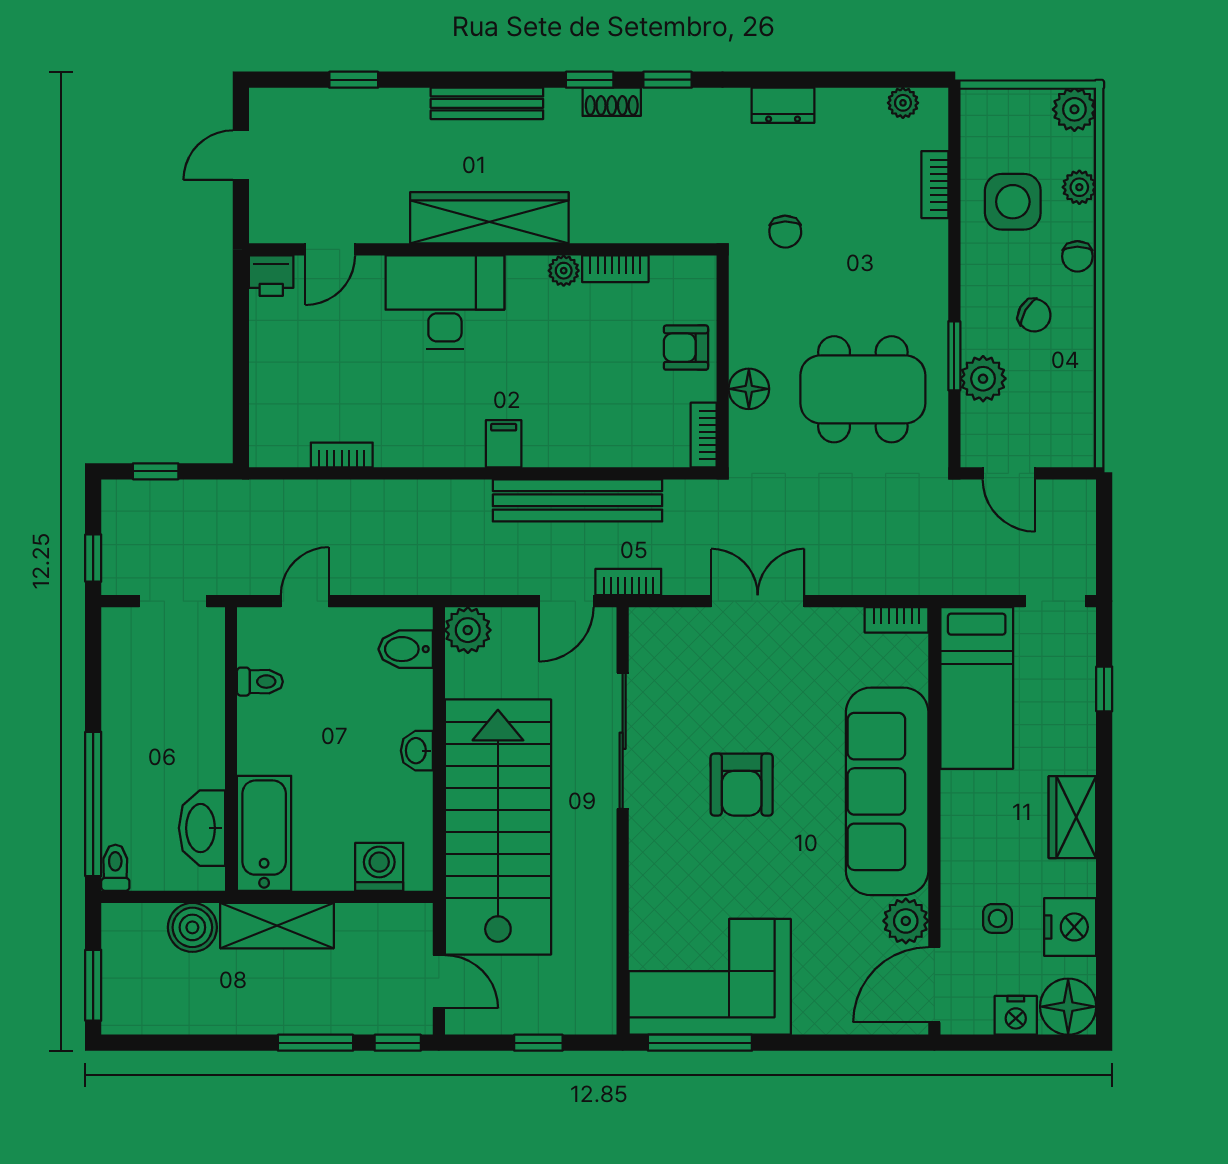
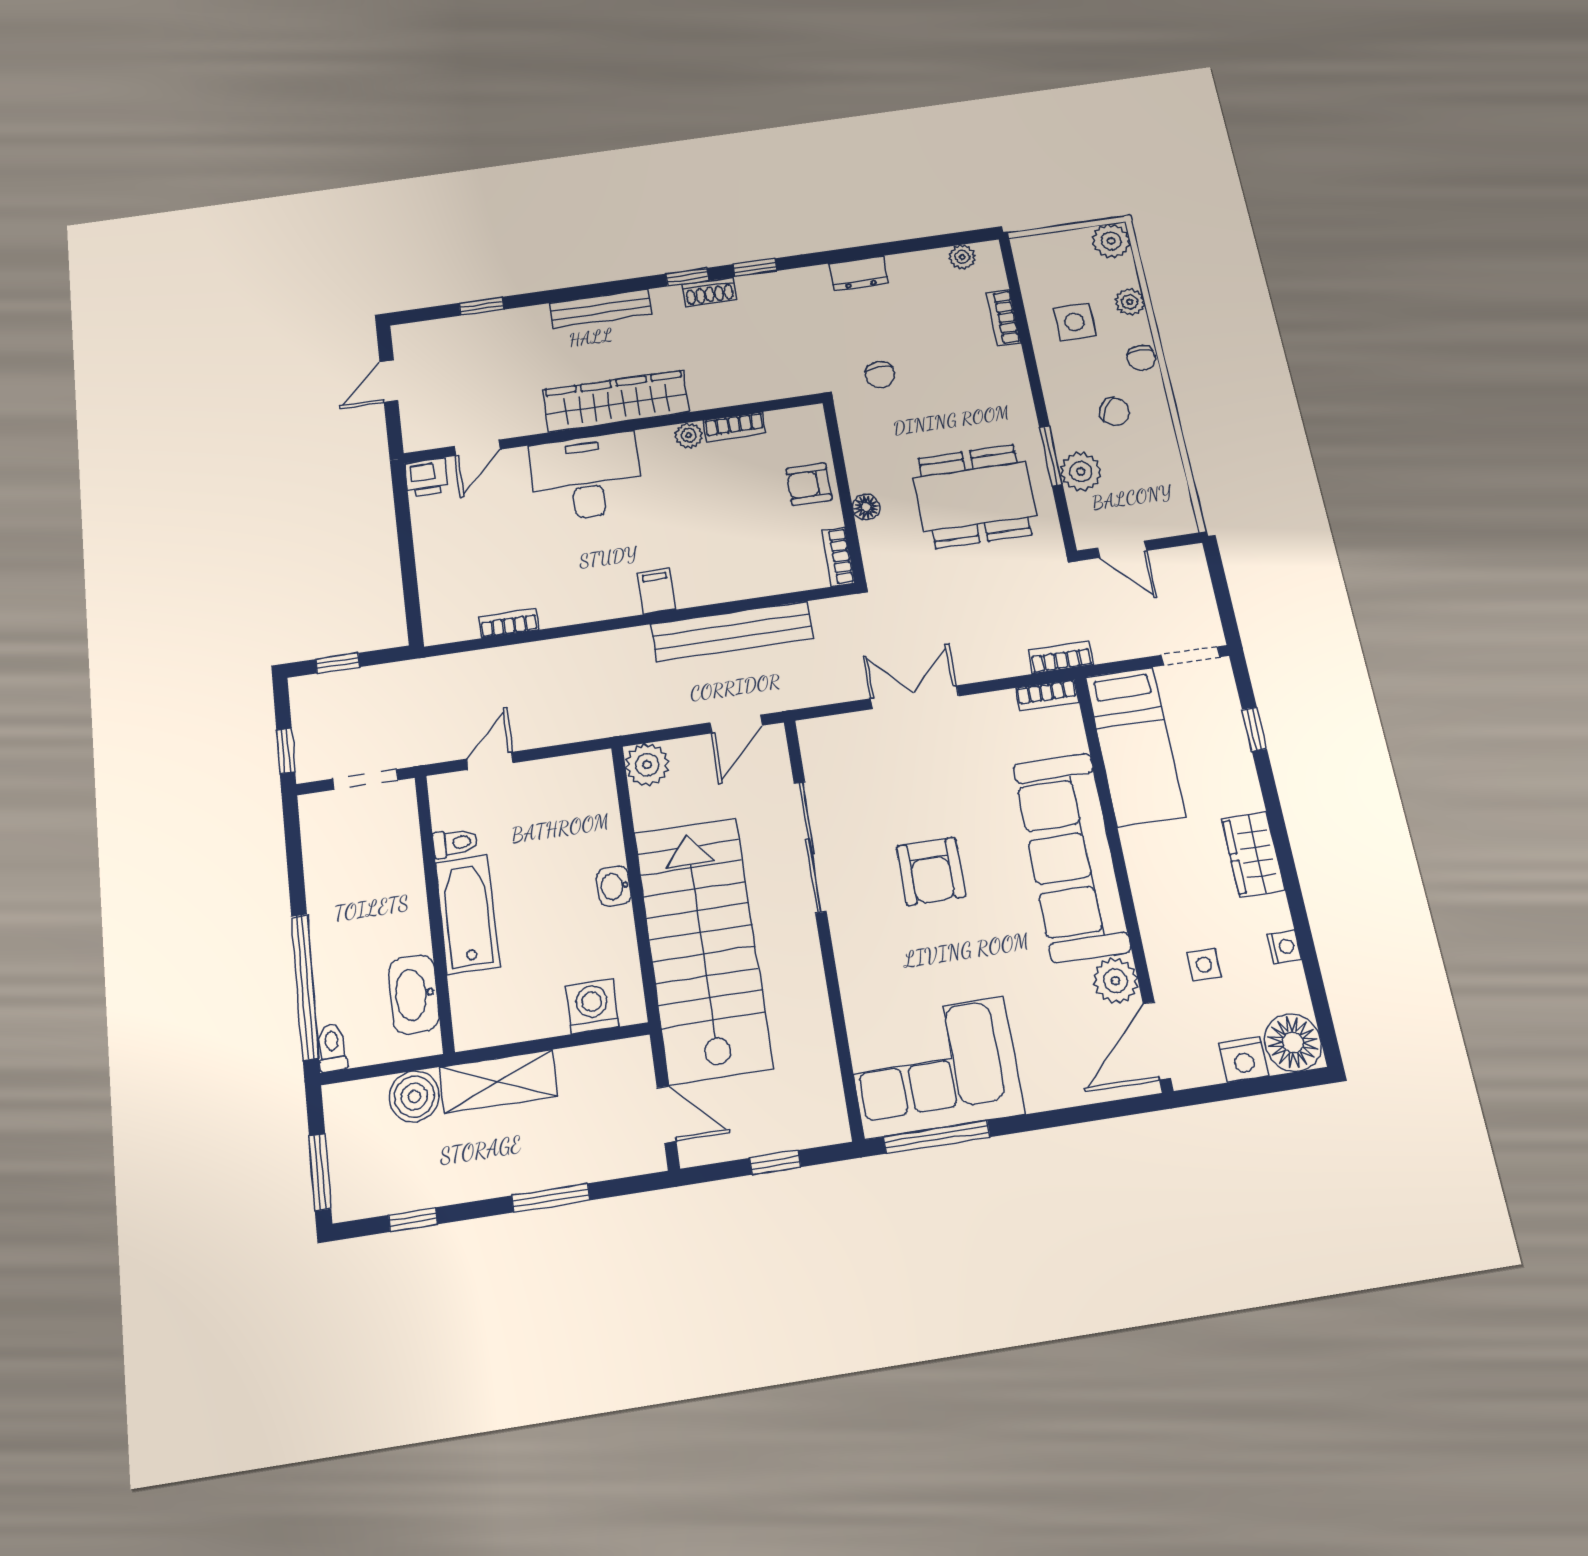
side table: (1013, 202) -> (1075, 322), width x0.73, depth x0.73
floor lamp: (749, 389) -> (866, 507), width x0.73, depth x0.73
bookcase: (628, 582) -> (1061, 658), moved
bidet: (406, 649) -> (591, 791), removed
bathtub: (264, 833) -> (467, 914), moved
nightstand: (1070, 927) -> (1284, 947), width x0.53, depth x0.56
window: (398, 1043) -> (413, 1220), moved

